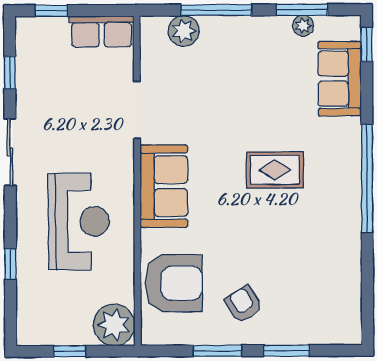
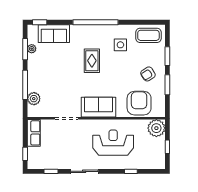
side table: (313, 238) -> (120, 45), added
coffee table: (336, 305) -> (148, 35), added

